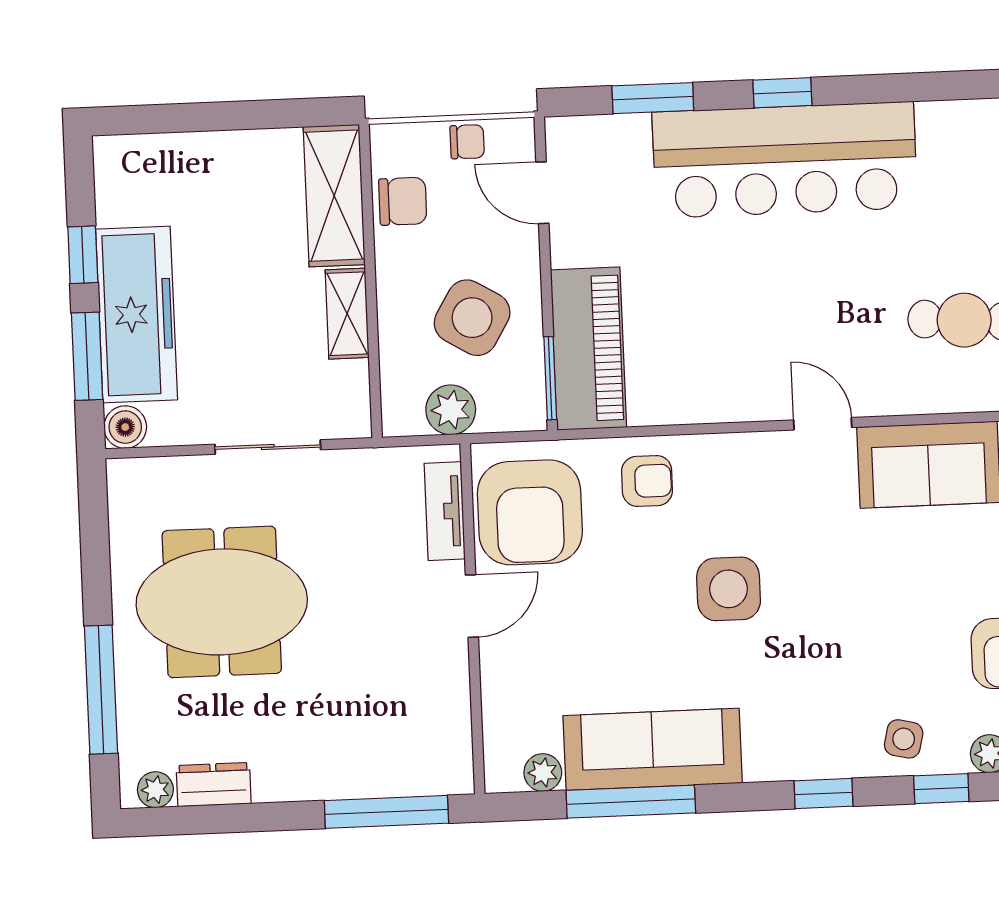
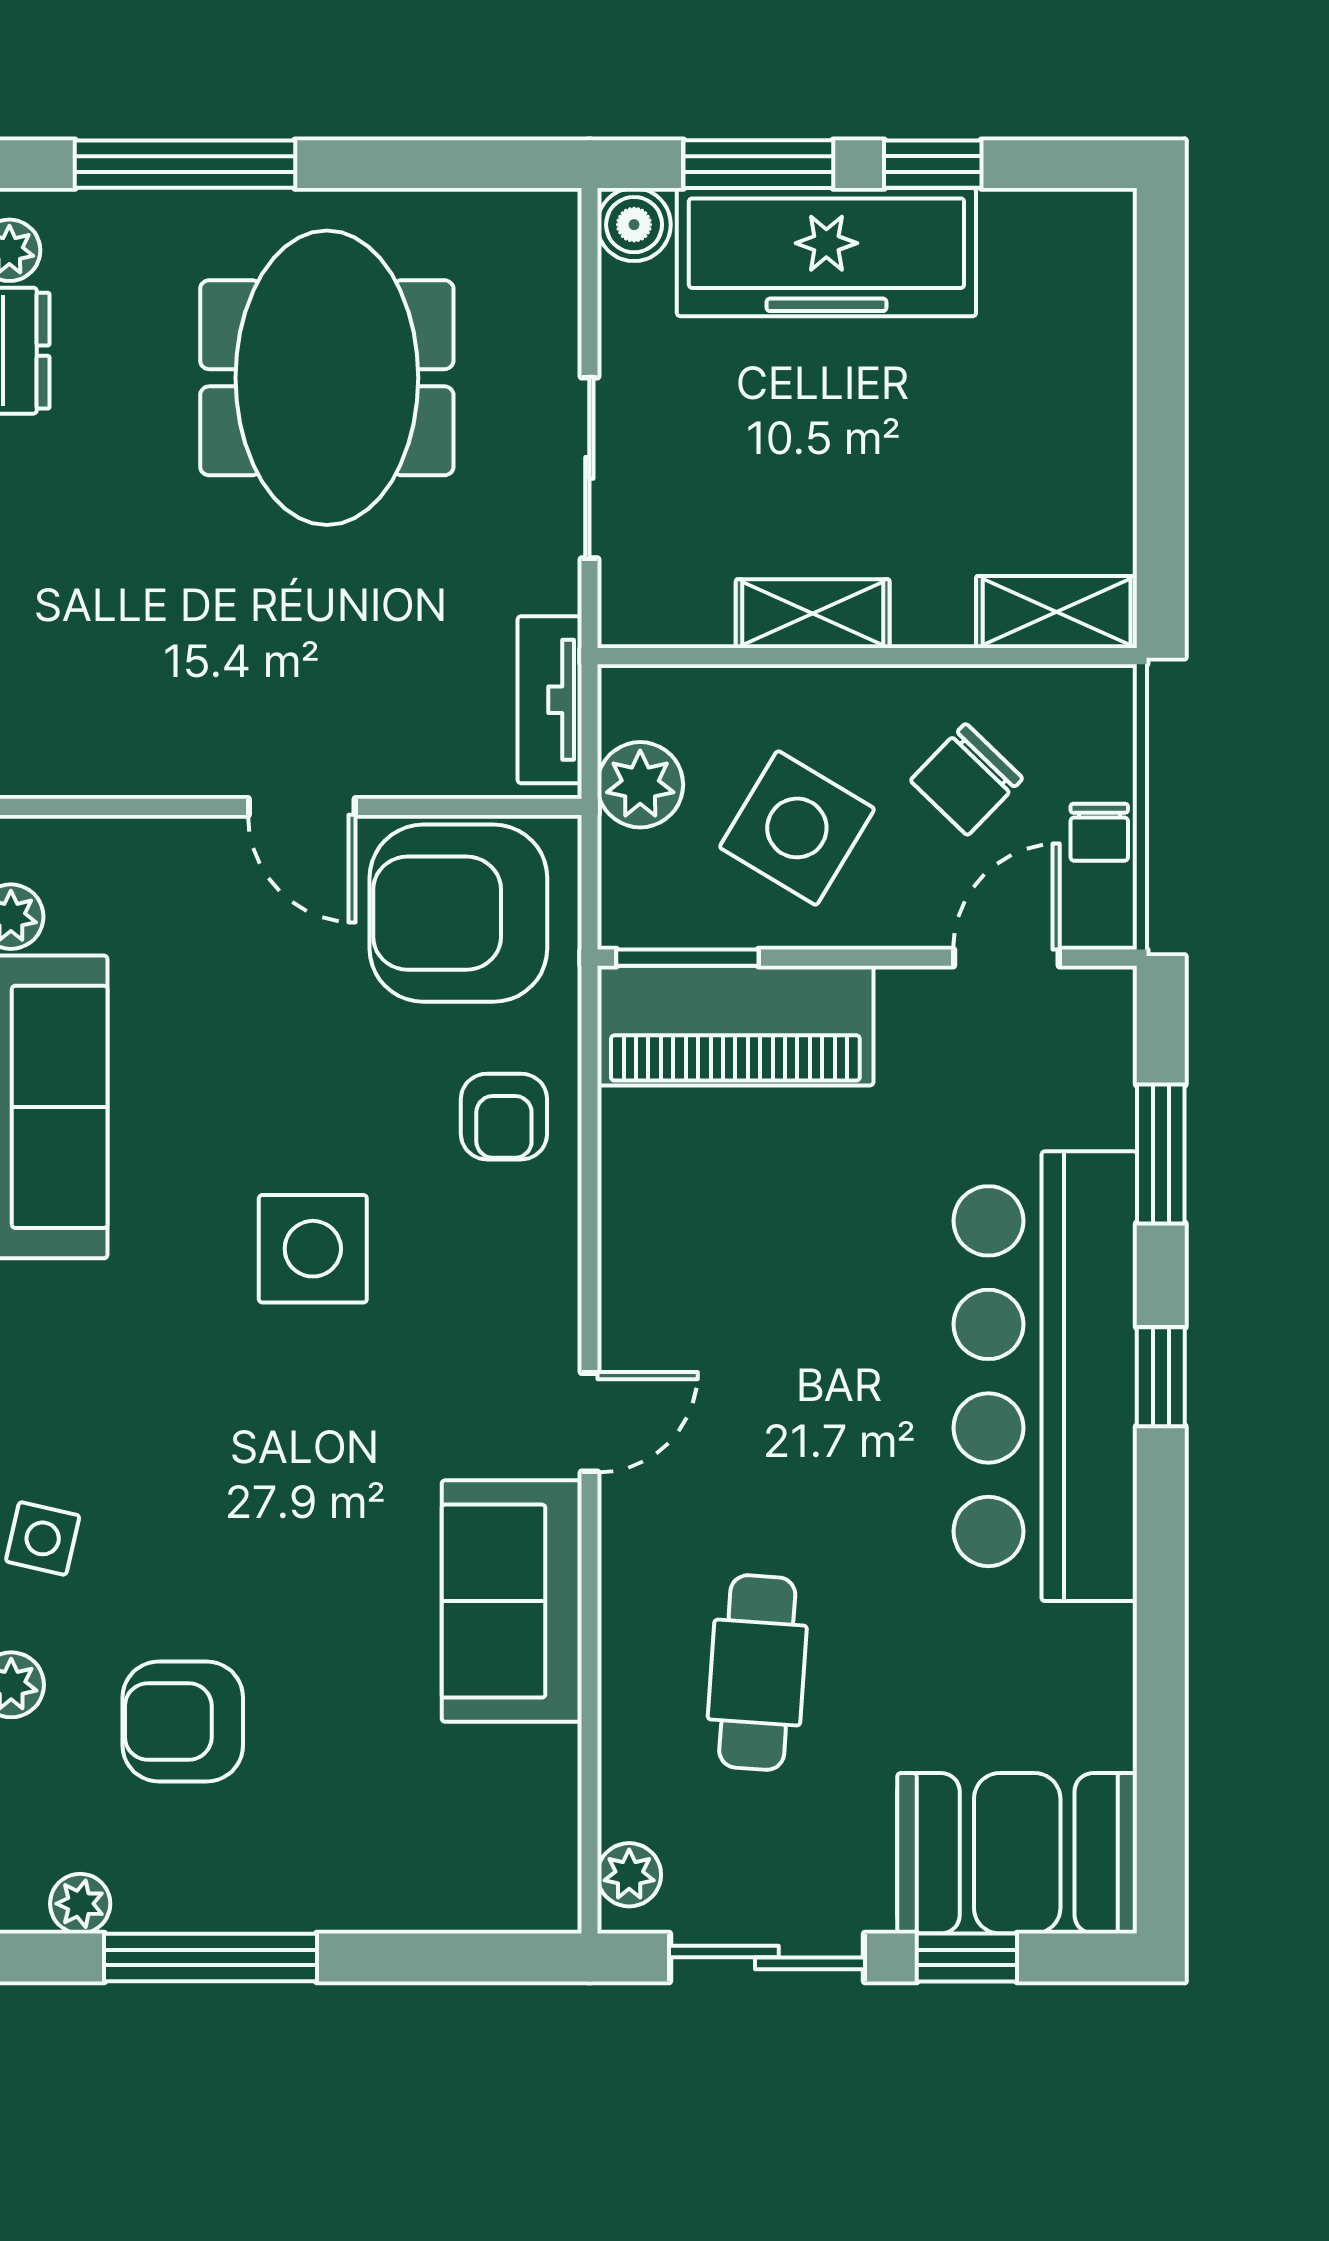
shelving: (334, 196) -> (1057, 612), width x0.67, depth x0.75
chair: (403, 201) -> (967, 779), moved, turned 44
tv unit: (445, 511) -> (550, 700), moved, turned -90

